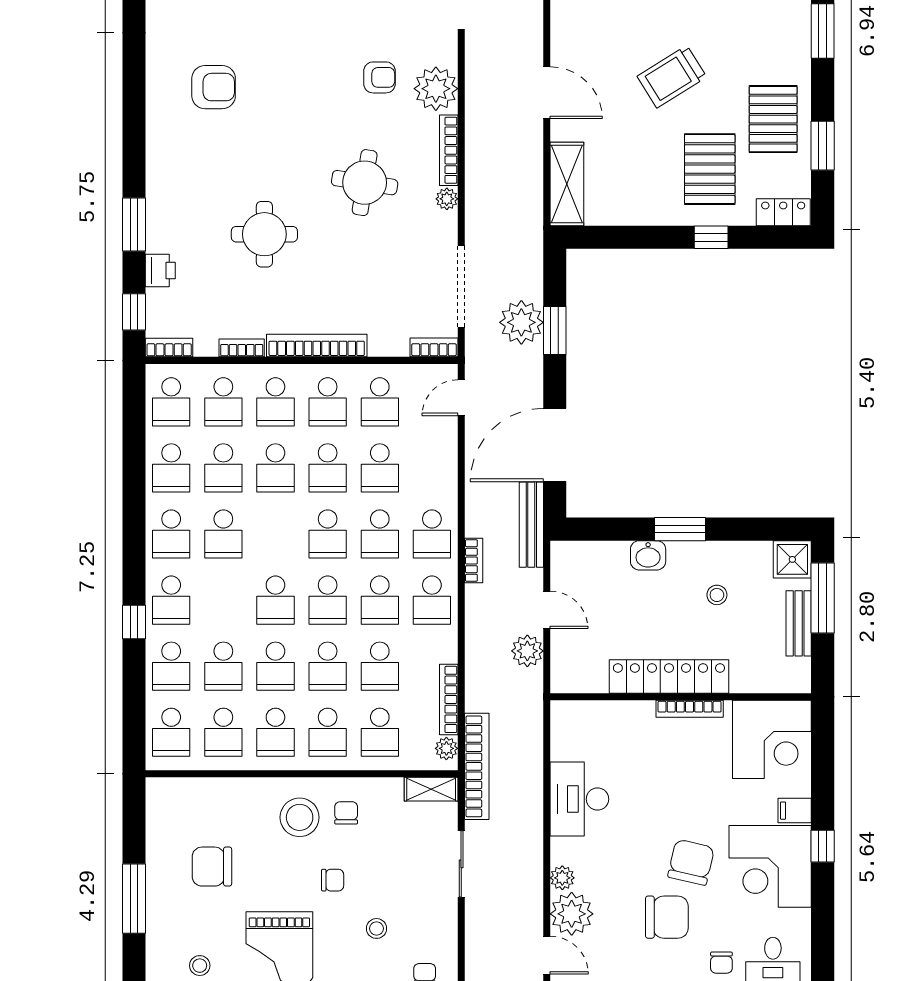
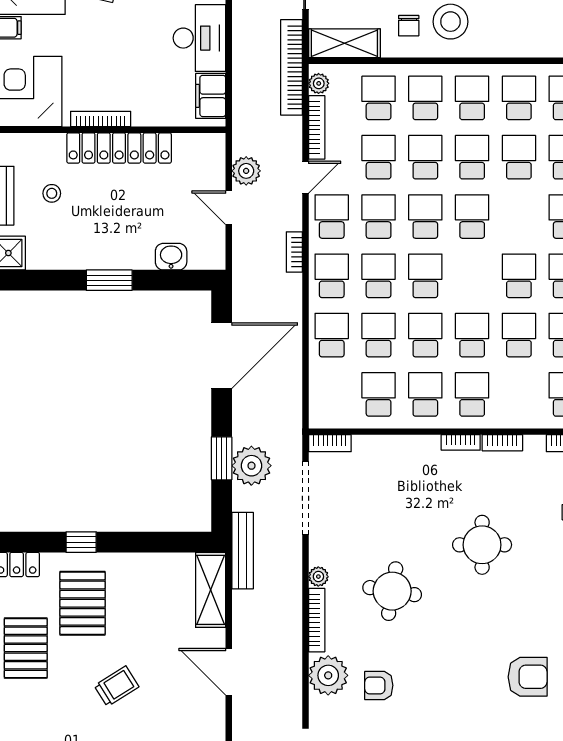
trolley: (672, 77) -> (117, 686), width x0.73, depth x0.72
armchair: (214, 87) -> (528, 677), turned 180
bookcase: (317, 346) -> (461, 442), width x0.43, depth x0.76
door: (461, 398) -> (305, 177), moved
school desk: (223, 402) -> (332, 335), moved
bench: (531, 525) -> (243, 551), moved
washbasin: (648, 555) -> (171, 257), moved
stool: (717, 595) -> (52, 193), moved
filing cabinet: (567, 734) -> (211, 96), added
shelving: (431, 789) -> (344, 43), width x1.50, depth x1.33

